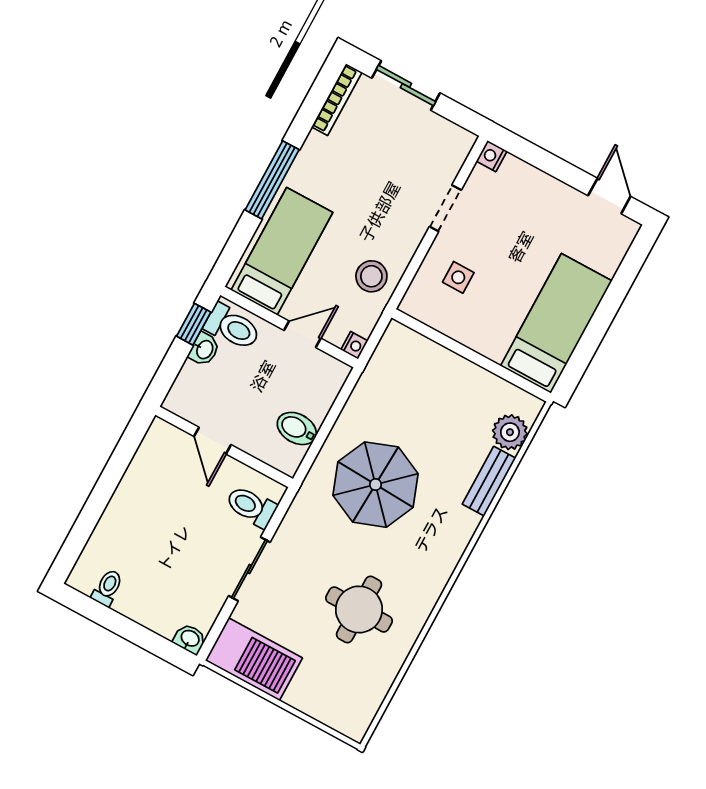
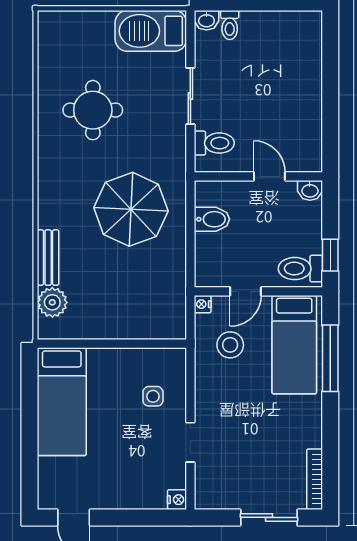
window: (272, 180) -> (330, 358), moved
stool: (371, 276) -> (230, 345), moved
washbasin: (204, 349) -> (310, 190), moved, turned -90
toilet: (107, 588) -> (230, 25), moved

